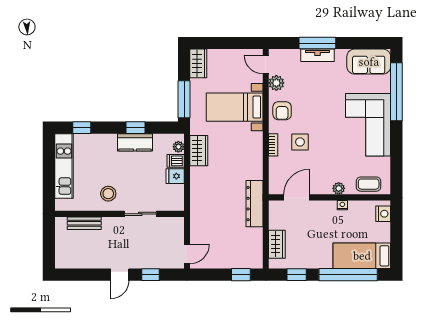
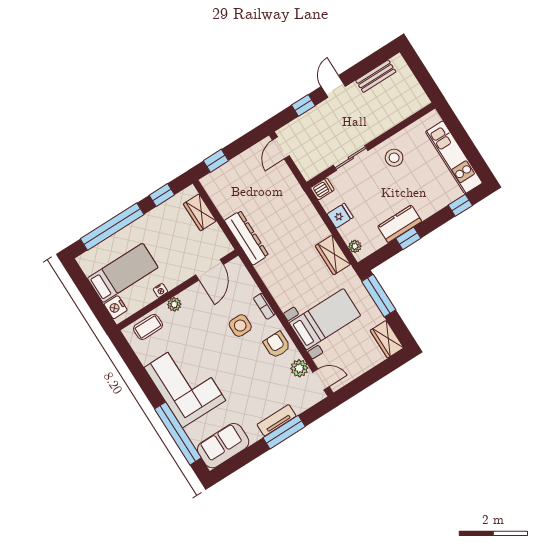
dishwasher: (176, 161) -> (322, 189), moved
bench: (84, 223) -> (376, 76), moved
bed: (362, 256) -> (123, 273), moved

